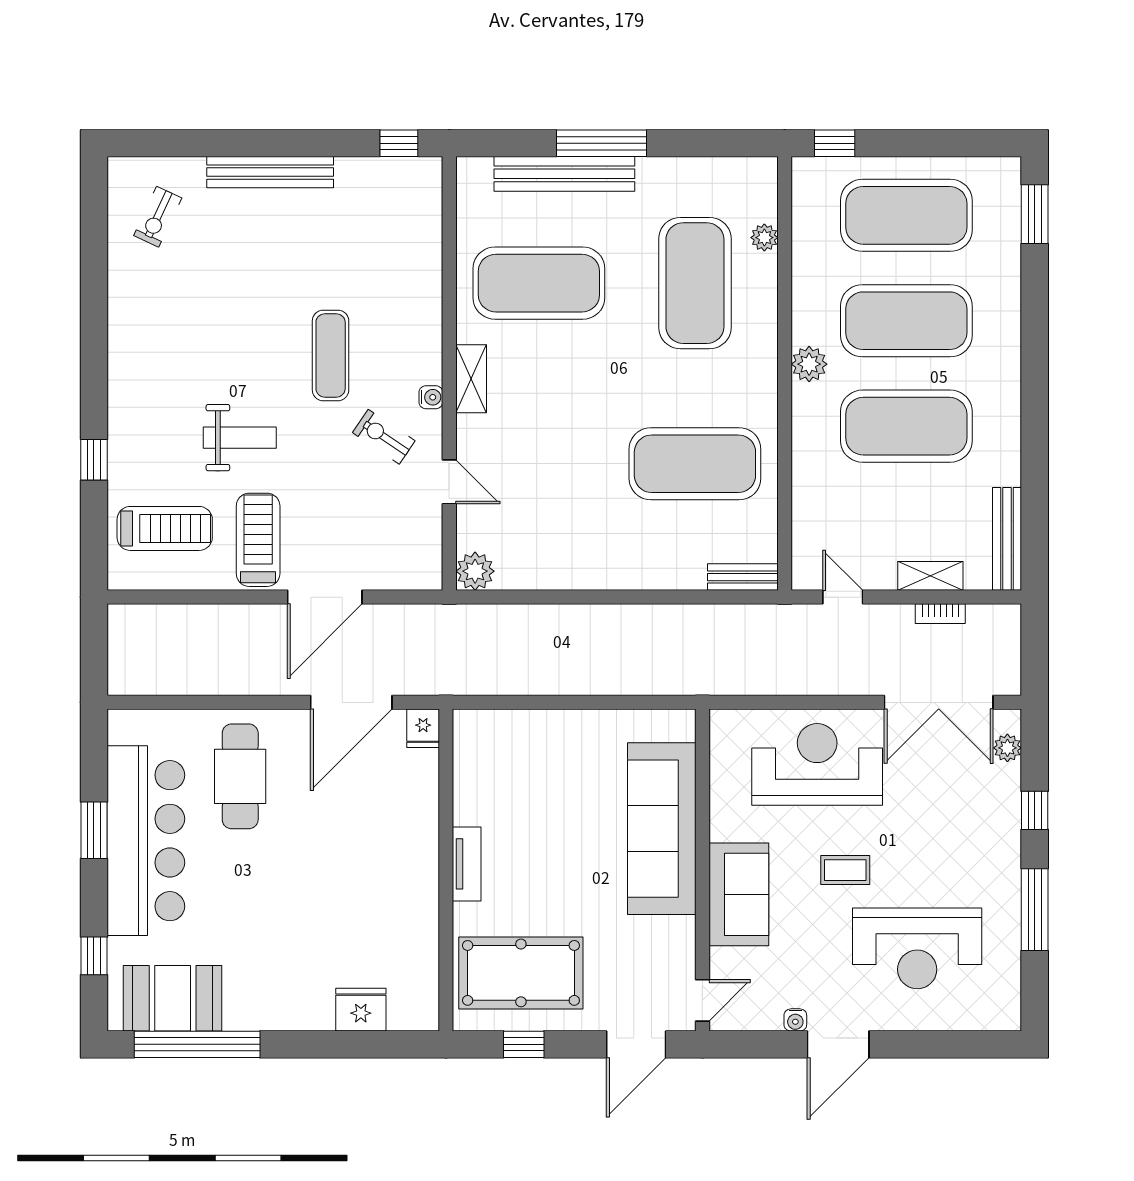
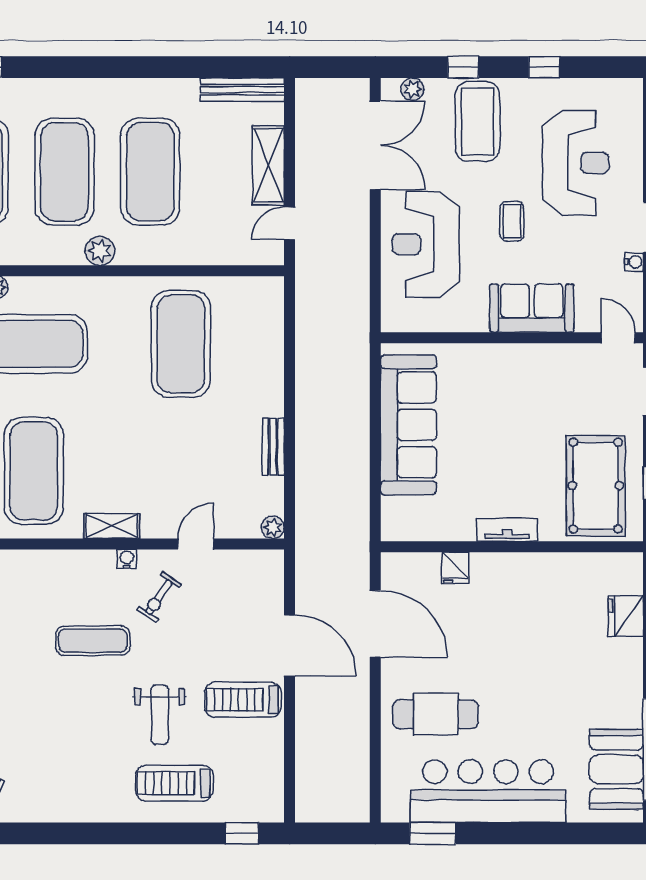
weight bench: (240, 438) -> (160, 715), turned 180
window: (94, 460) -> (242, 833), moved
treadmill: (165, 528) -> (174, 783), moved, turned -90
plant: (475, 571) -> (273, 527), width x0.73, depth x0.73
shelving: (930, 576) -> (268, 165), width x1.50, depth x1.33
bench: (743, 577) -> (273, 447), moved
bookcase: (940, 614) -> (303, 144), removed
fridge: (423, 728) -> (455, 568), moved, turned 90
coffee table: (968, 828) -> (478, 121), added
sofa: (662, 829) -> (409, 425), moved, turned -90
window: (94, 830) -> (433, 833), moved
window: (1035, 910) -> (544, 67), width x0.46
window: (94, 956) -> (582, 833), removed

